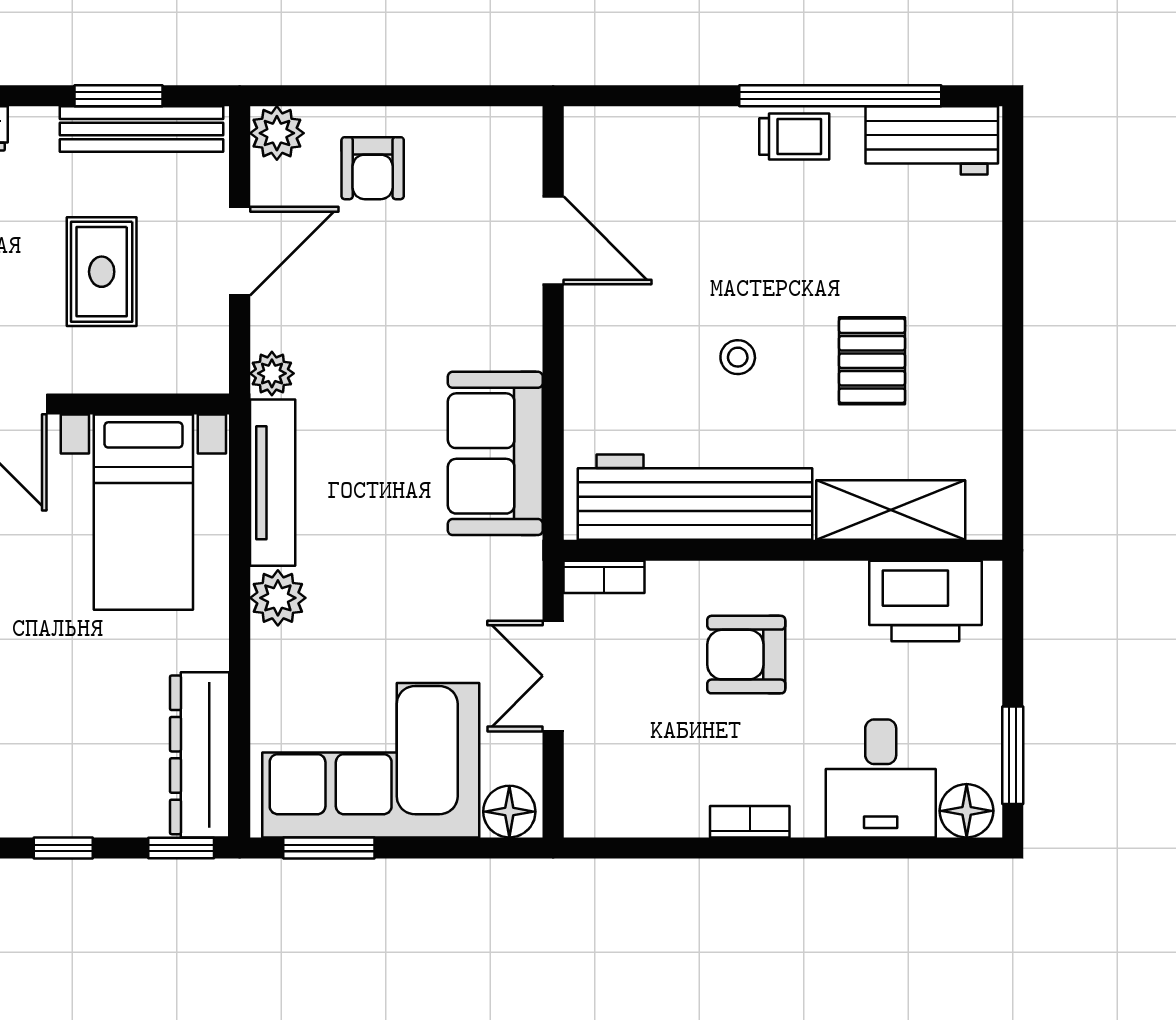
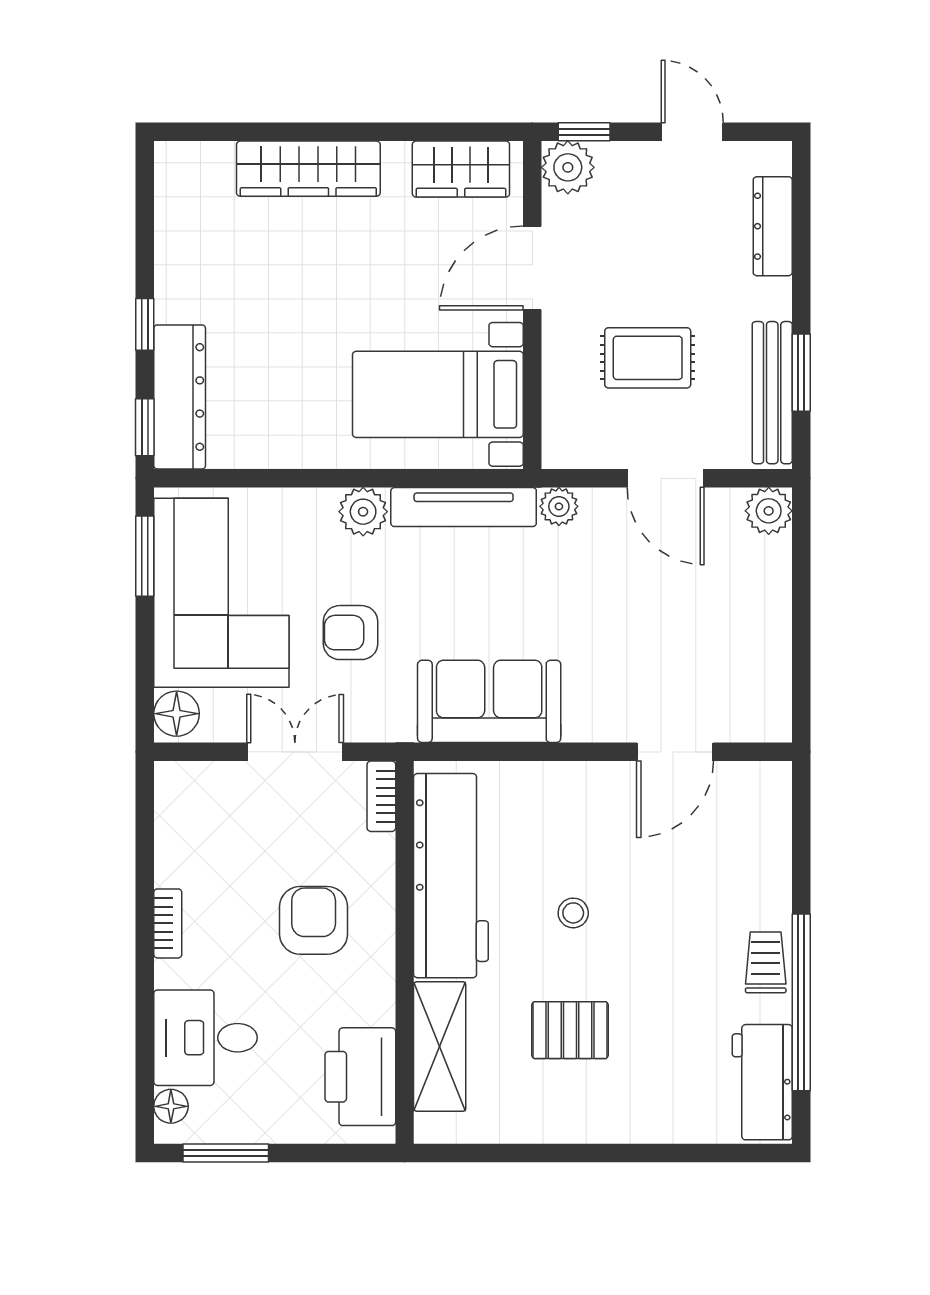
trolley: (794, 137) -> (766, 962), turned 180
armchair: (373, 168) -> (351, 633), moved
dresser: (200, 755) -> (180, 397), moved, turned 90
floor lamp: (967, 811) -> (171, 1106), width x0.73, depth x0.73

